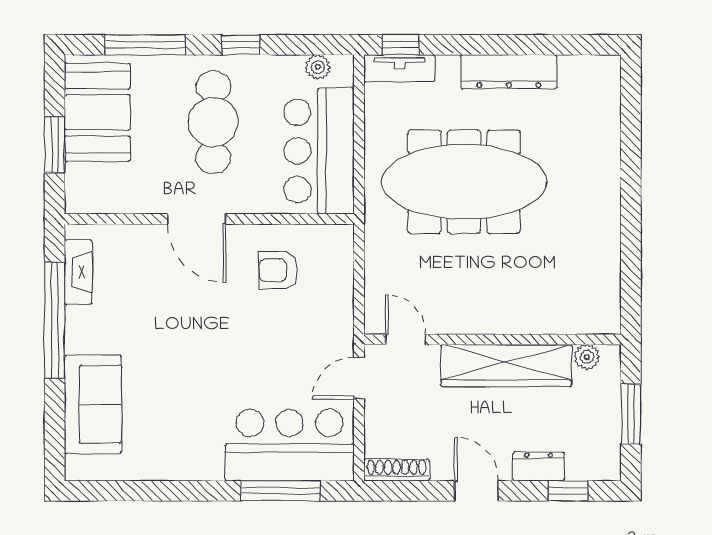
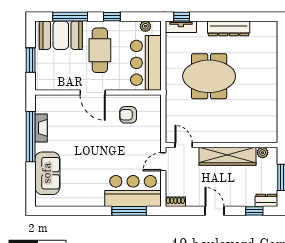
booth: (97, 112) -> (61, 35), moved, turned 90
meeting table: (464, 182) -> (209, 76), width x0.73
fireplace: (78, 272) -> (41, 128), moved
dresser: (539, 467) -> (266, 200), moved
shoe rack: (397, 470) -> (175, 202), width x0.70

